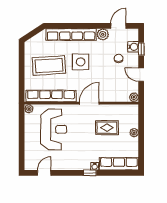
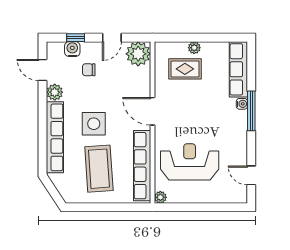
plant: (134, 97) -> (138, 54), width x1.87, depth x1.87
rug: (107, 128) -> (185, 69), moved, turned 90
window: (90, 173) -> (251, 111), width x2.17

